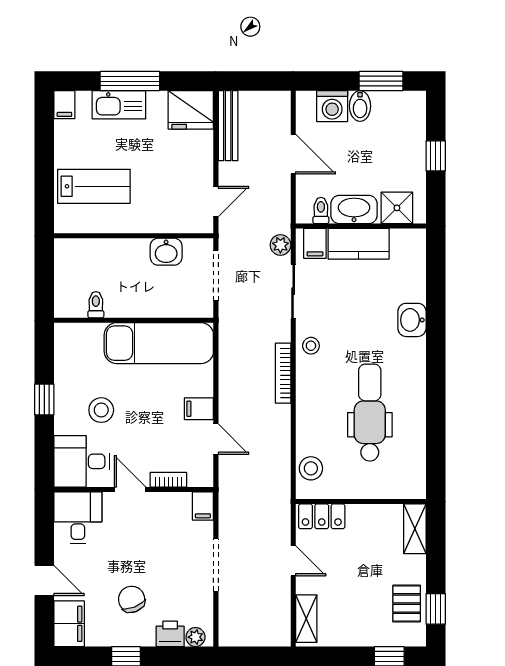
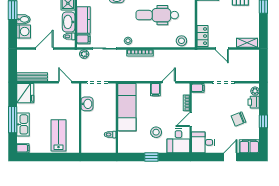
door: (293, 561) -> (222, 48), swing flipped

